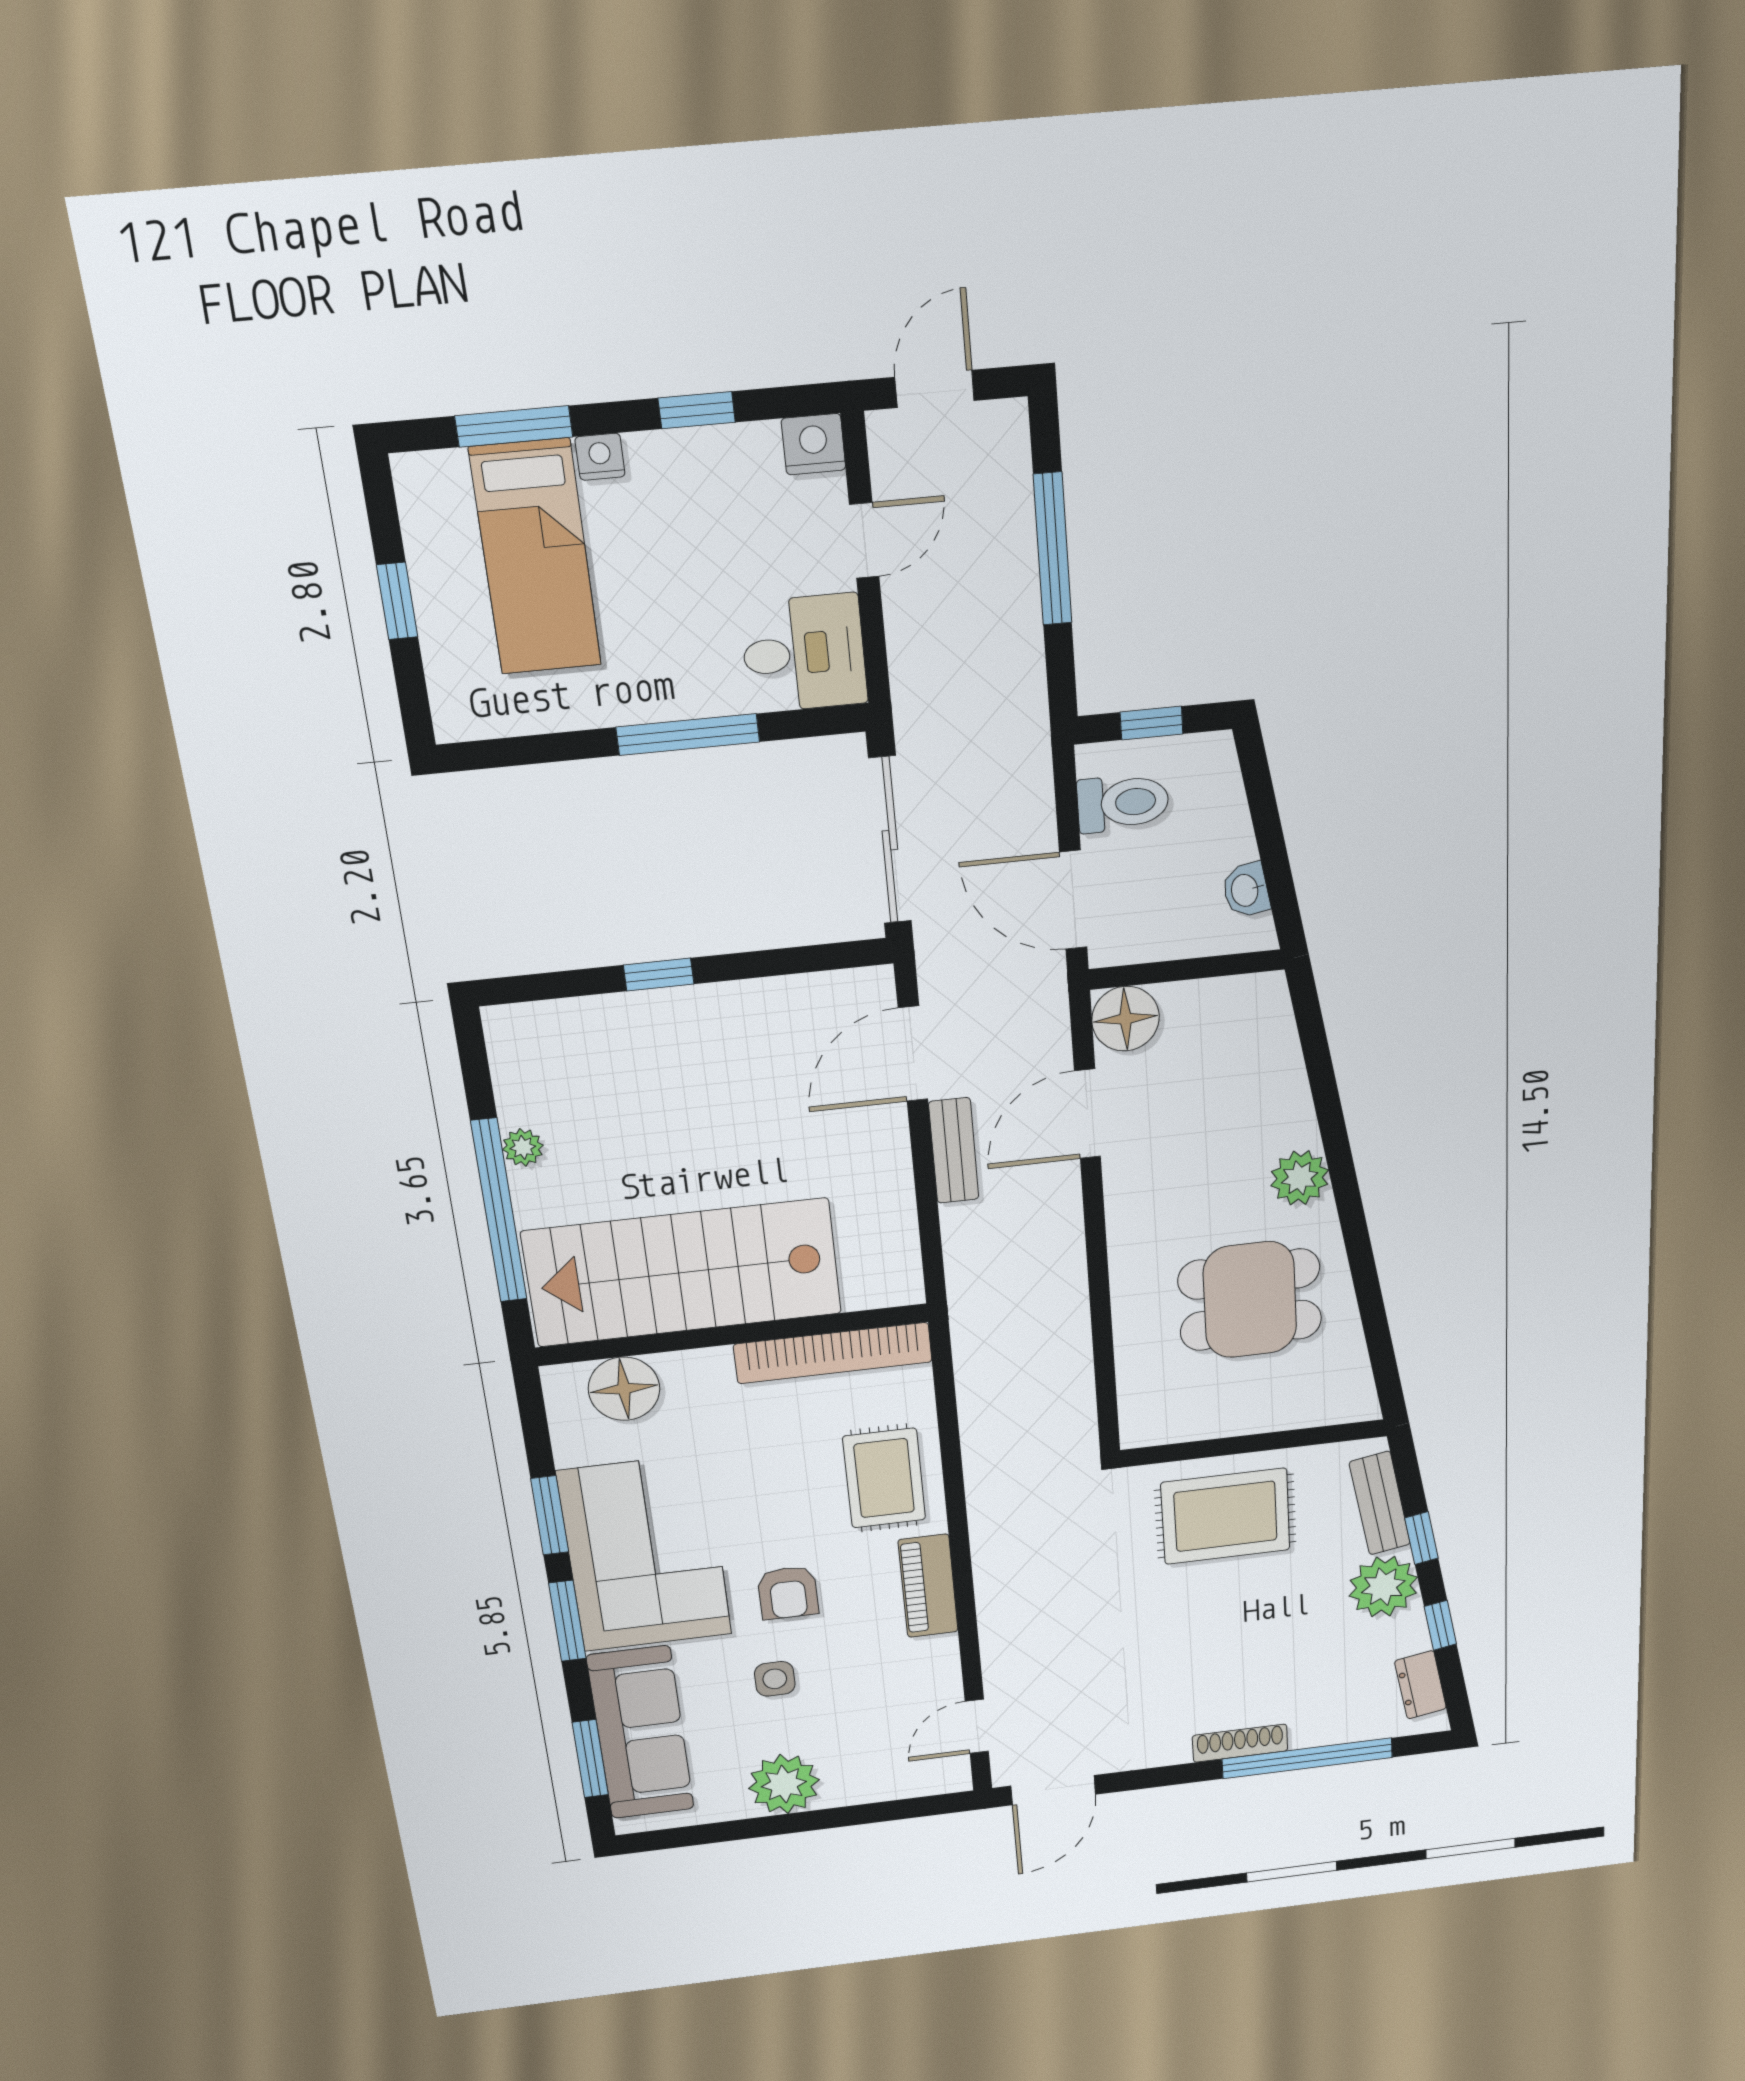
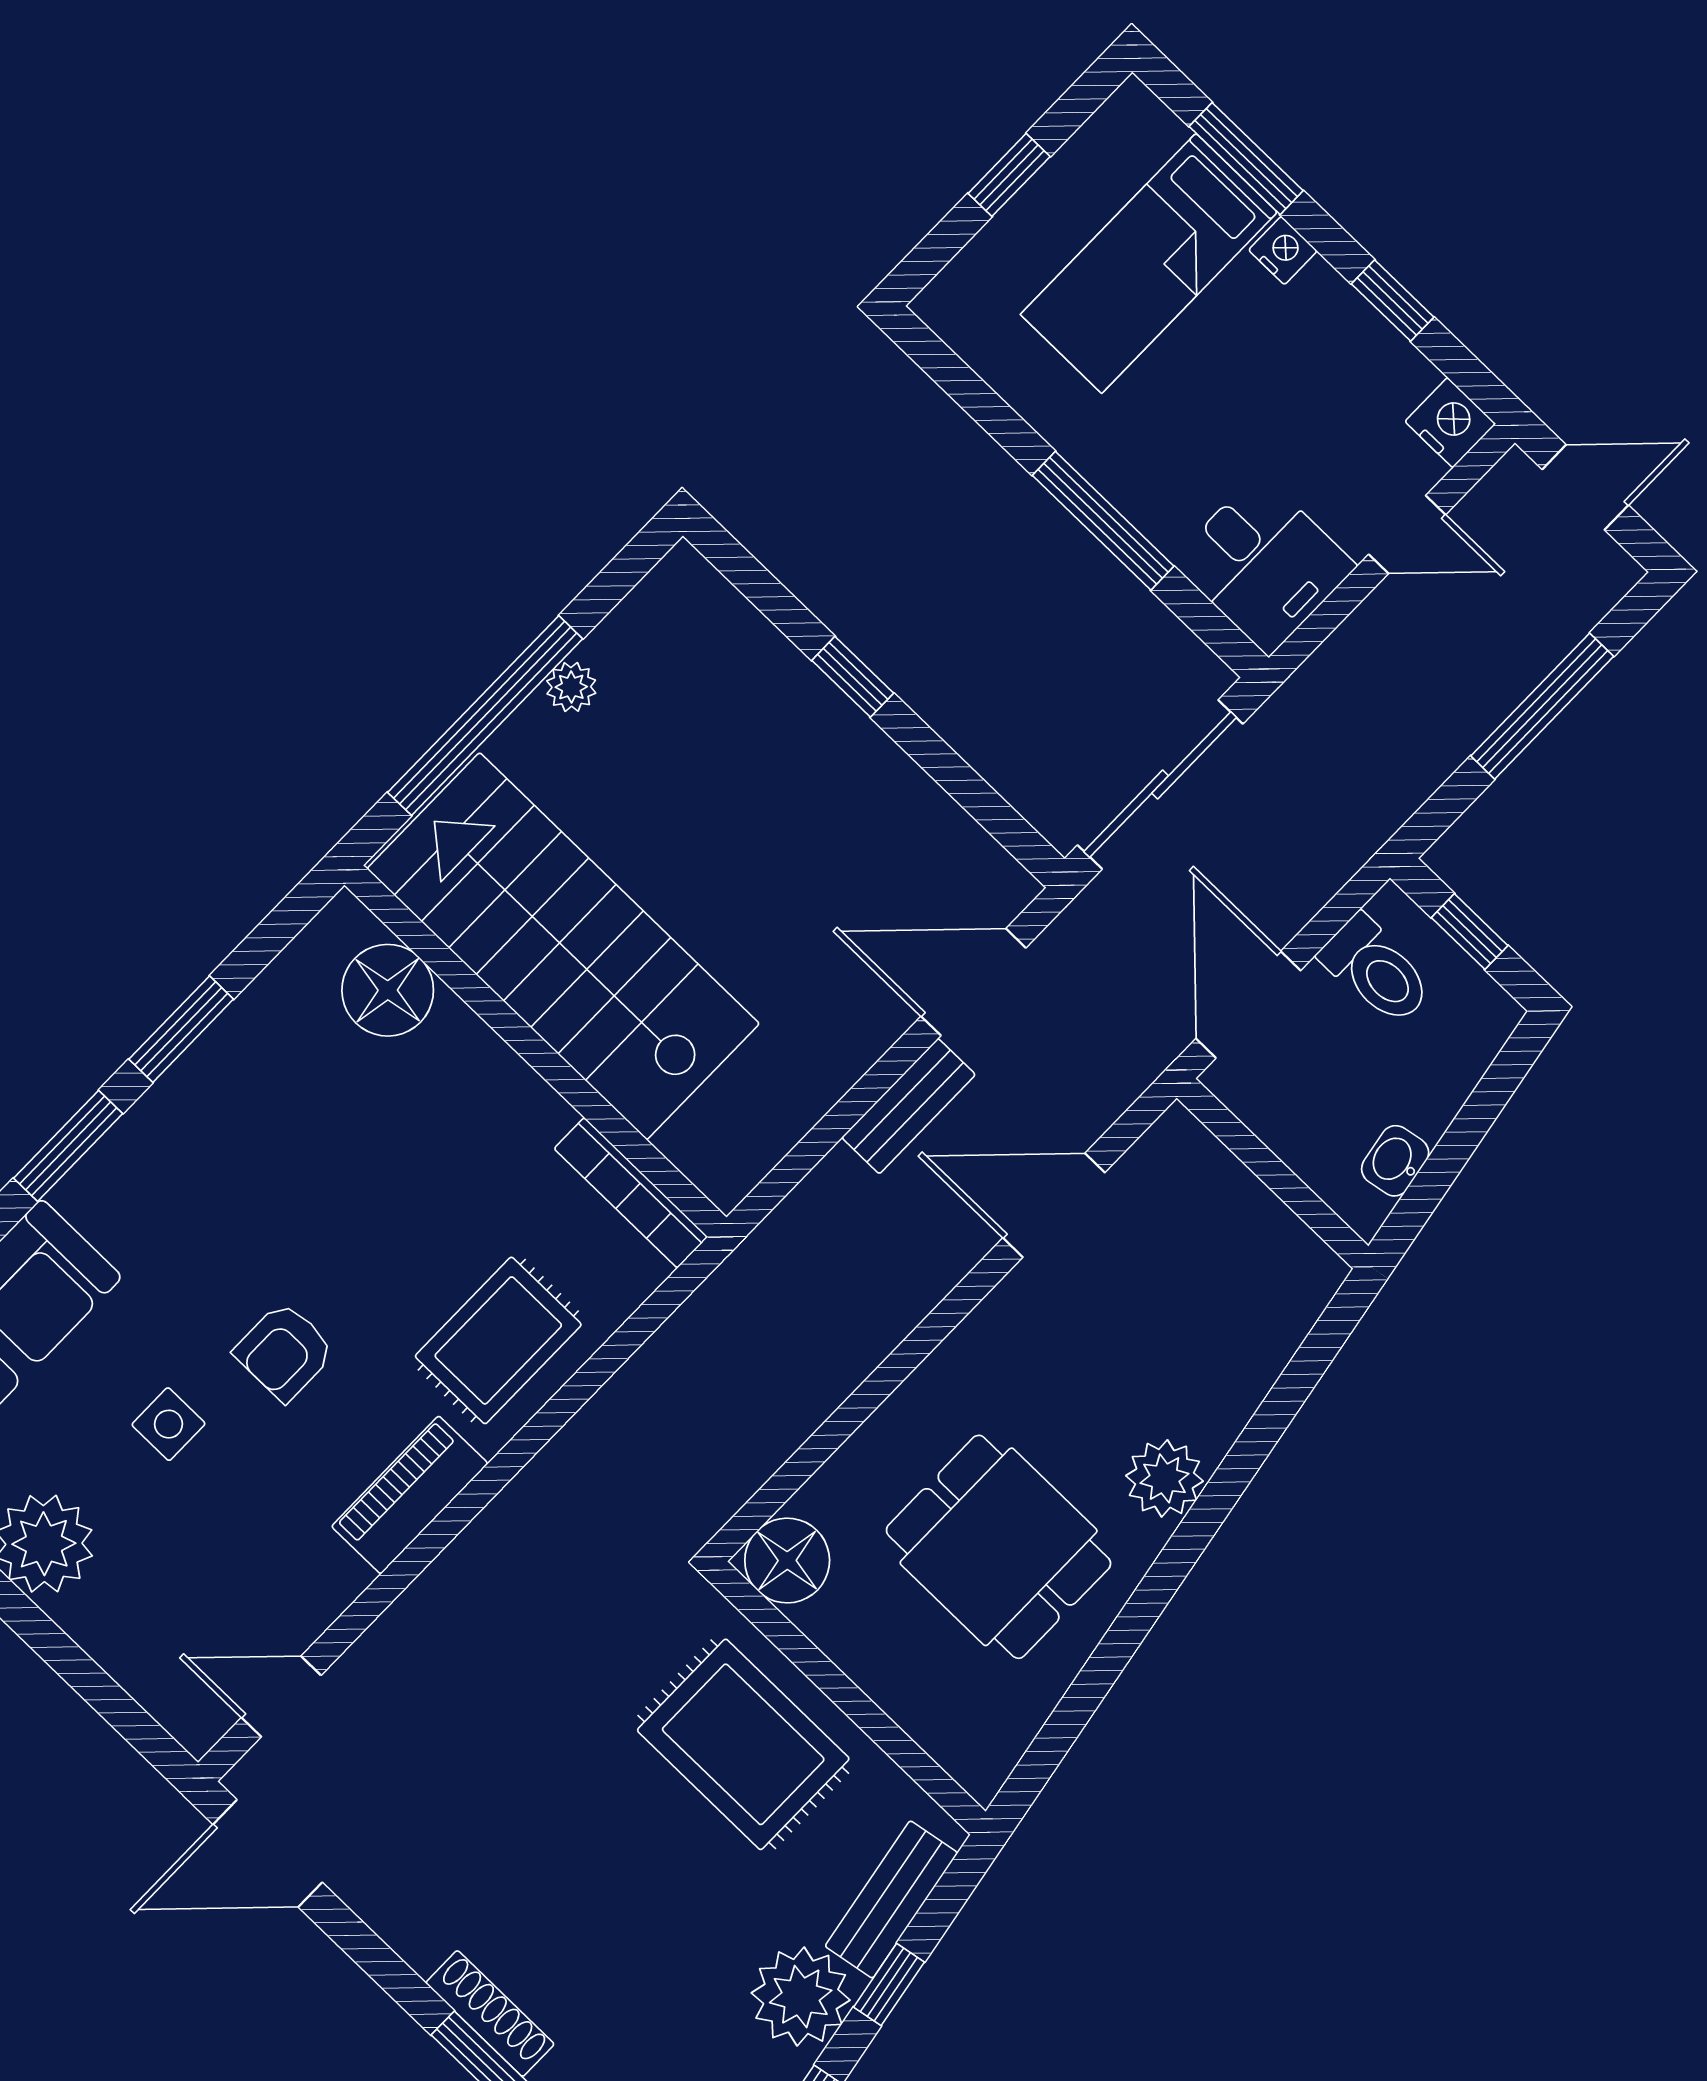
floor lamp: (1126, 1019) -> (787, 1561), moved
bookcase: (833, 1353) -> (631, 1193), width x0.68, depth x0.76
corner sofa: (645, 1553) -> (213, 1163), removed

